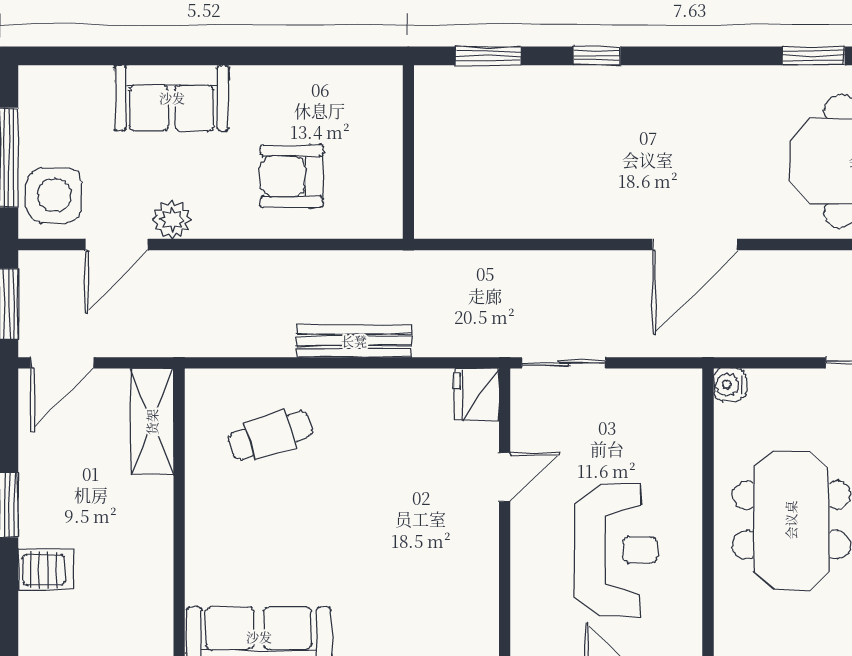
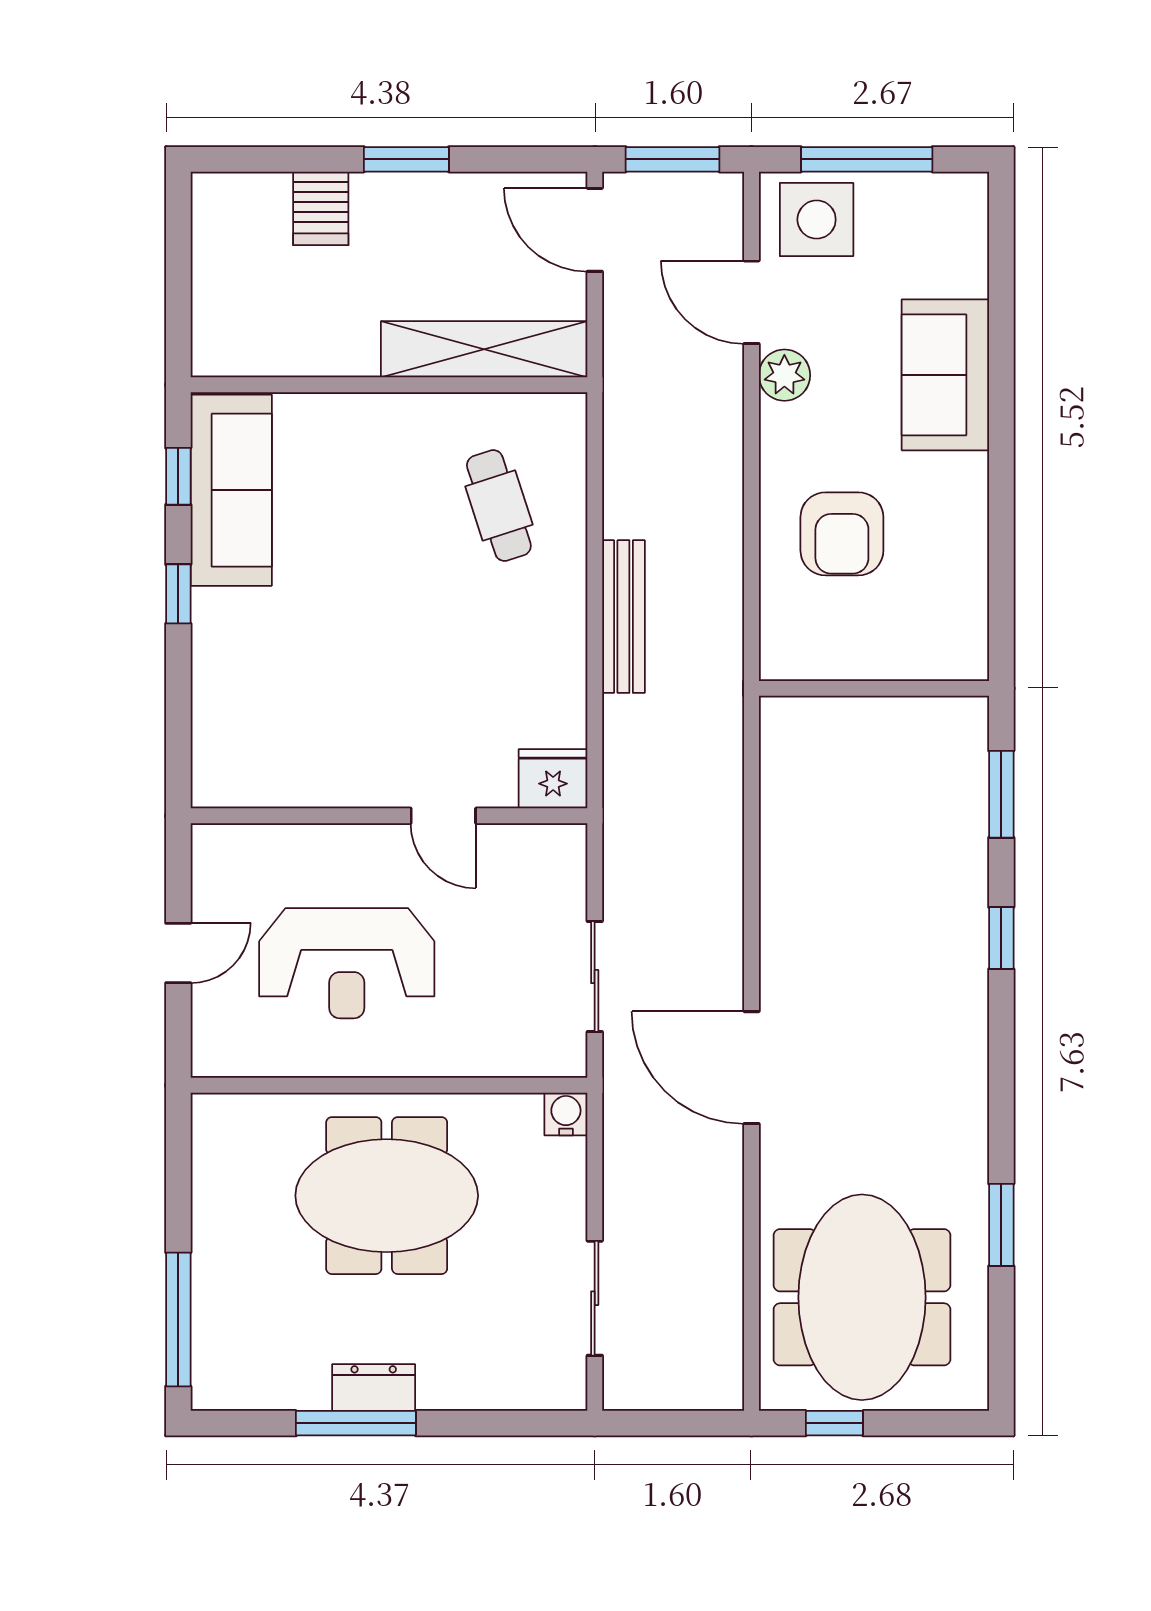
armchair: (292, 176) -> (842, 534), turned 180
sliding door: (564, 363) -> (595, 977), moved
shelving: (152, 422) -> (484, 349), width x1.47

